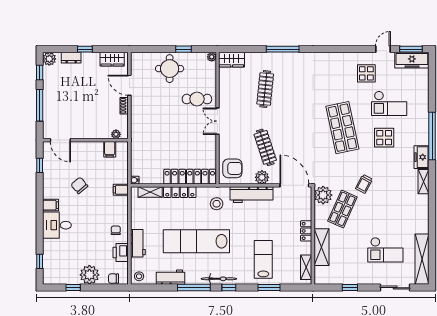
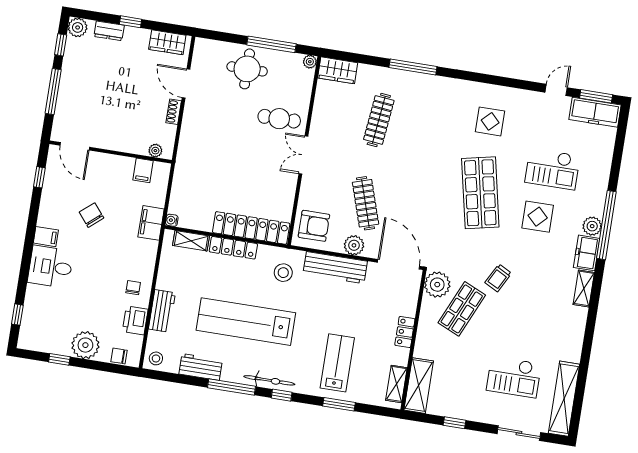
window: (184, 49) -> (271, 44), width x2.17
display table: (366, 73) -> (490, 121), moved
plant: (422, 138) -> (592, 226), added
filing cabinet: (121, 190) -> (151, 223), width x2.00
shelving: (321, 247) -> (419, 386), moved

